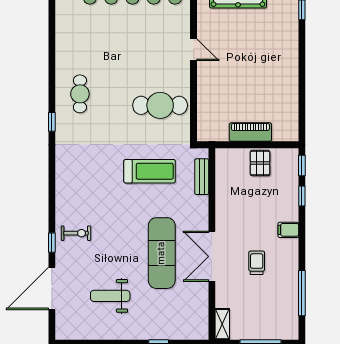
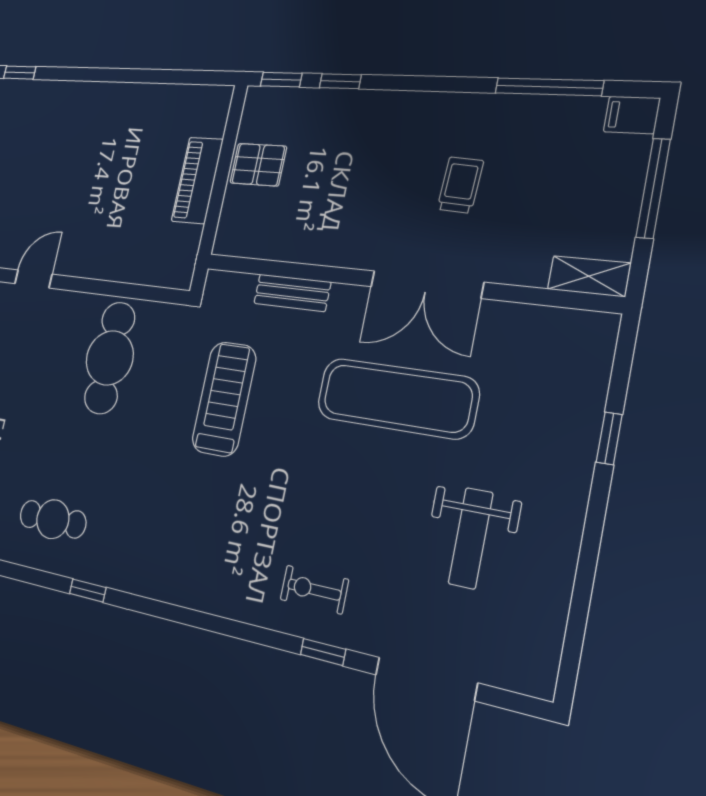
bench: (202, 177) -> (292, 293), moved
filing cabinet: (288, 230) -> (632, 115), moved, turned 90
exercise bike: (76, 233) -> (314, 590), turned -90
trolley: (257, 263) -> (460, 185), turned 93

